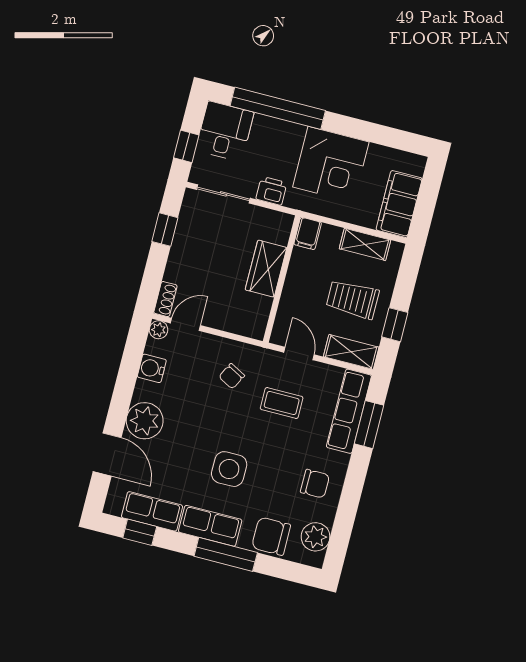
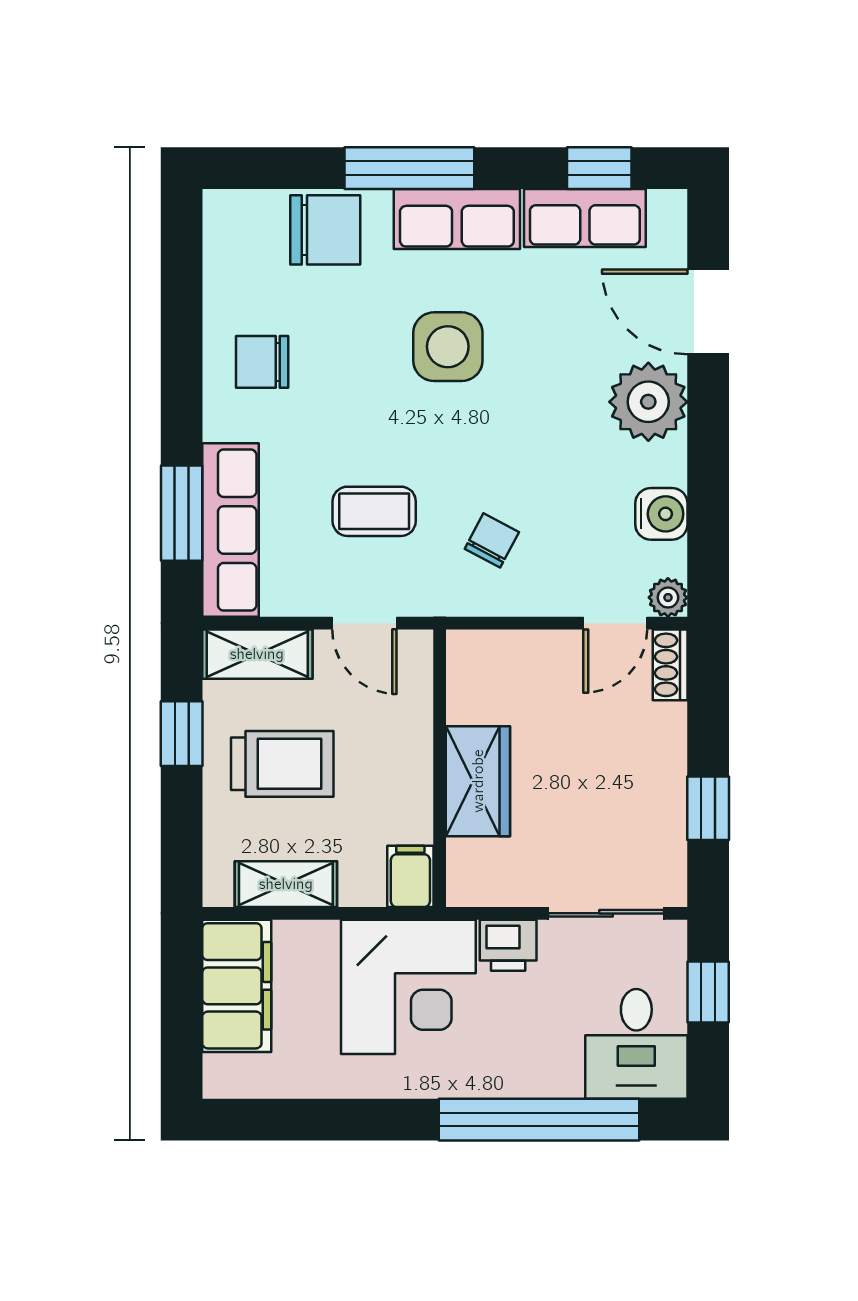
corner desk: (331, 164) -> (408, 987), moved, turned 180
plant: (316, 537) -> (233, 252), removed

